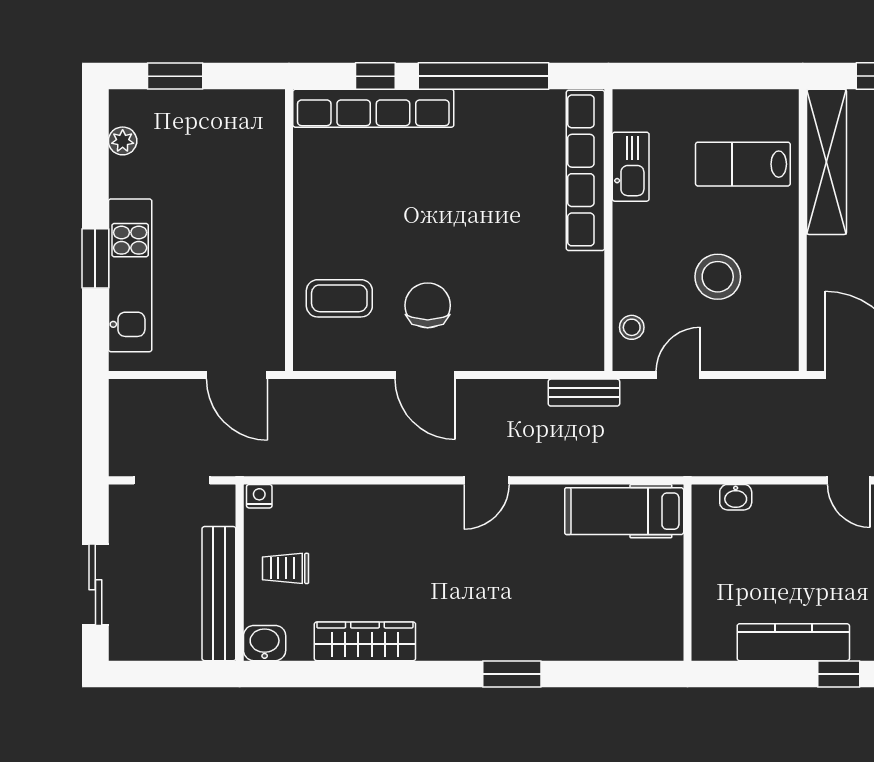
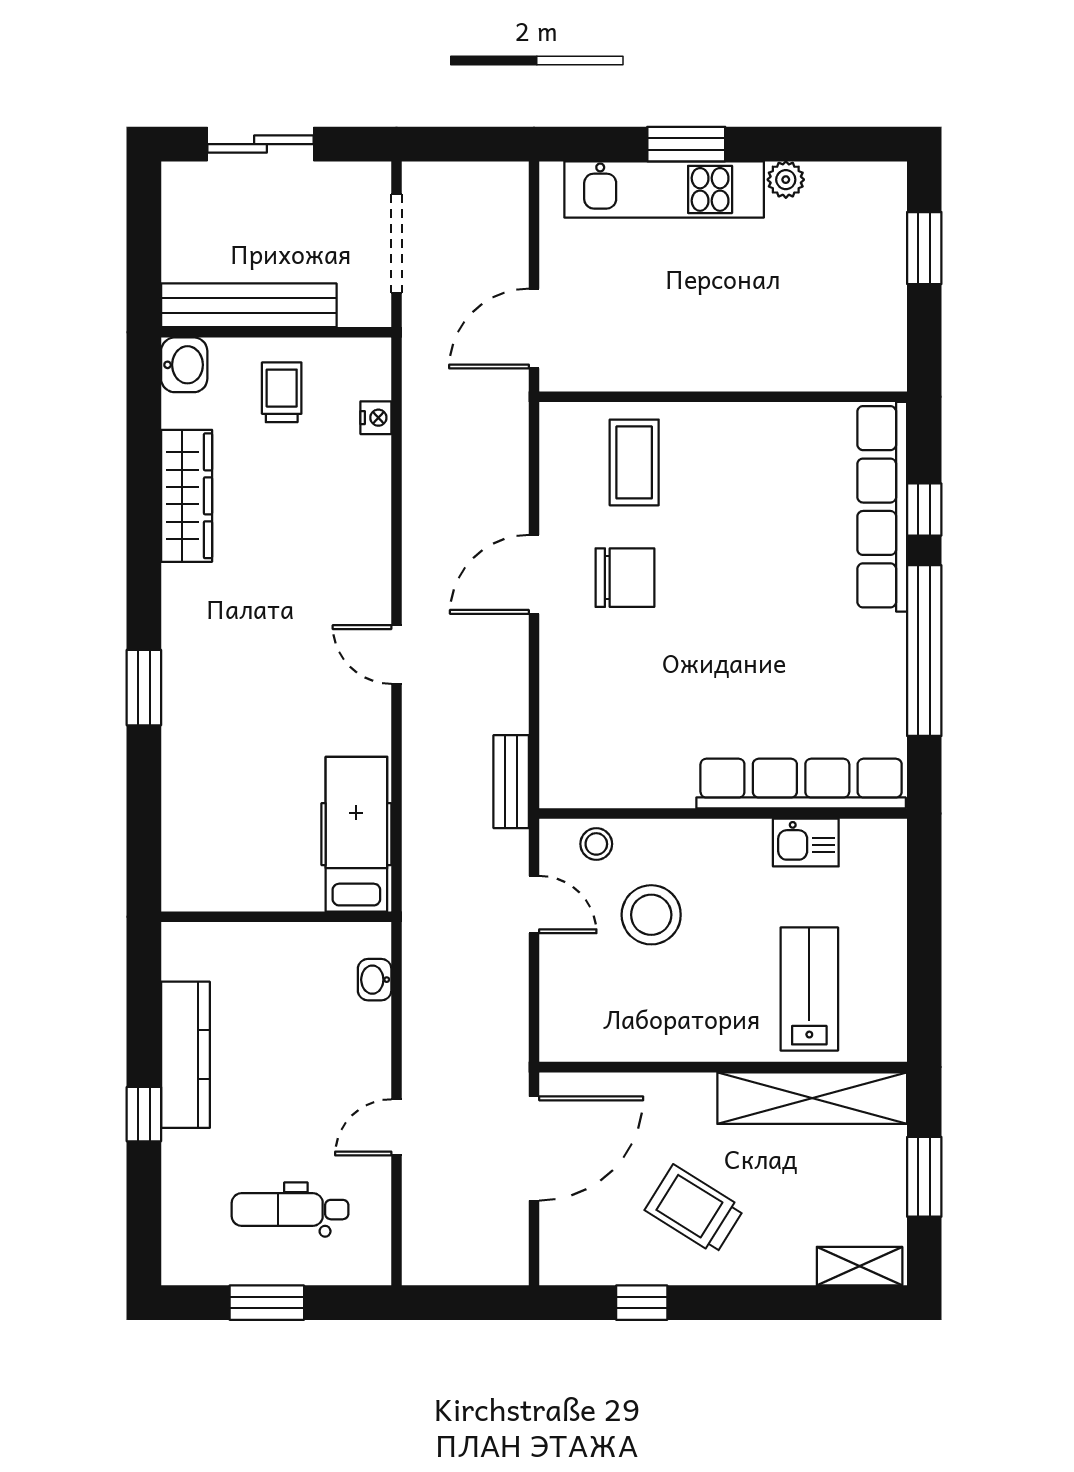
plant: (123, 141) -> (786, 180), moved
kitchen sink: (631, 167) -> (806, 843), width x0.73
stool: (718, 277) -> (651, 915), moved
nightstand: (259, 496) -> (376, 418), moved

